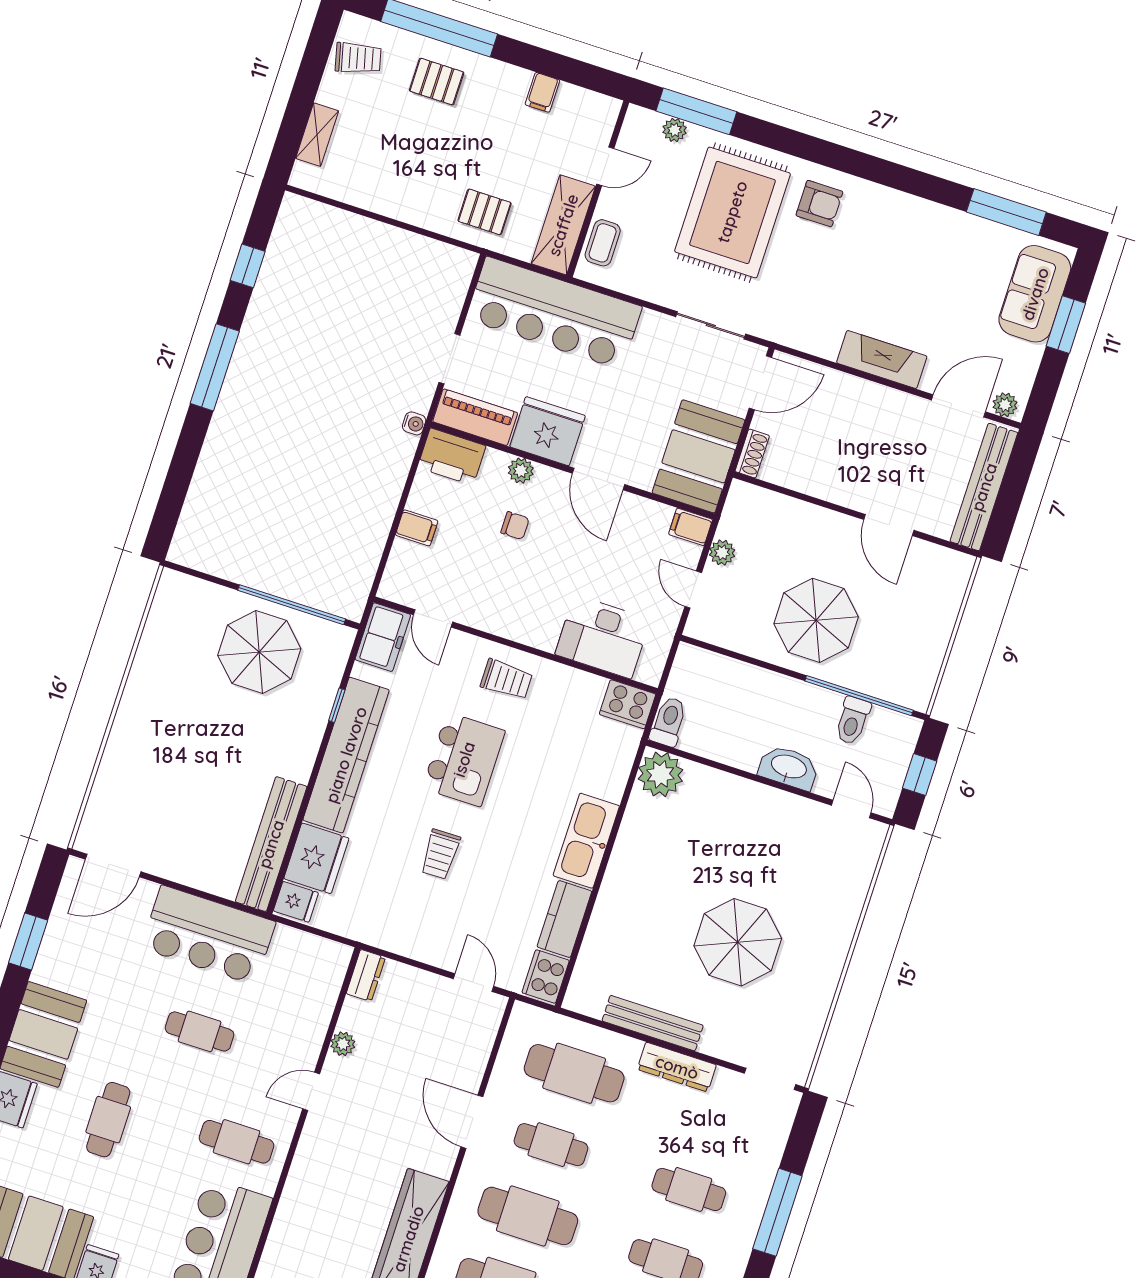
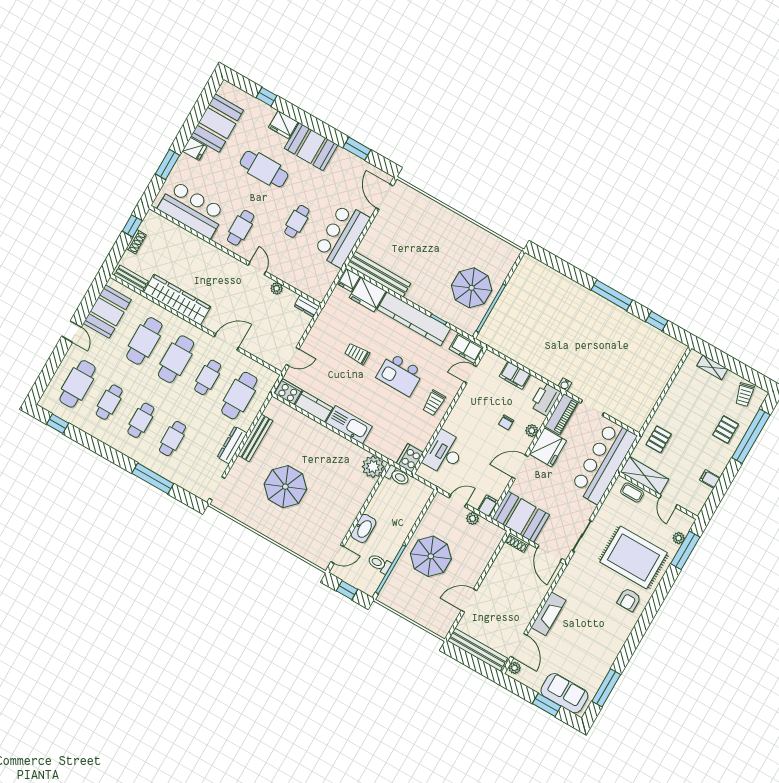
filing cabinet: (417, 528) -> (515, 375), width x2.00
cafe table: (108, 1120) -> (264, 169), width x1.37, depth x1.35

